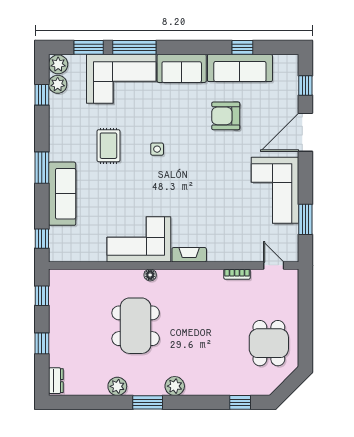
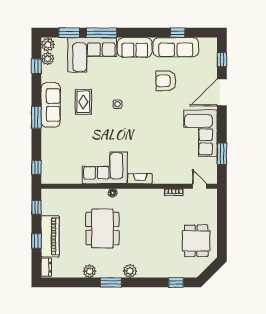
sofa: (62, 194) -> (51, 105), moved
piano: (61, 337) -> (50, 236), added

